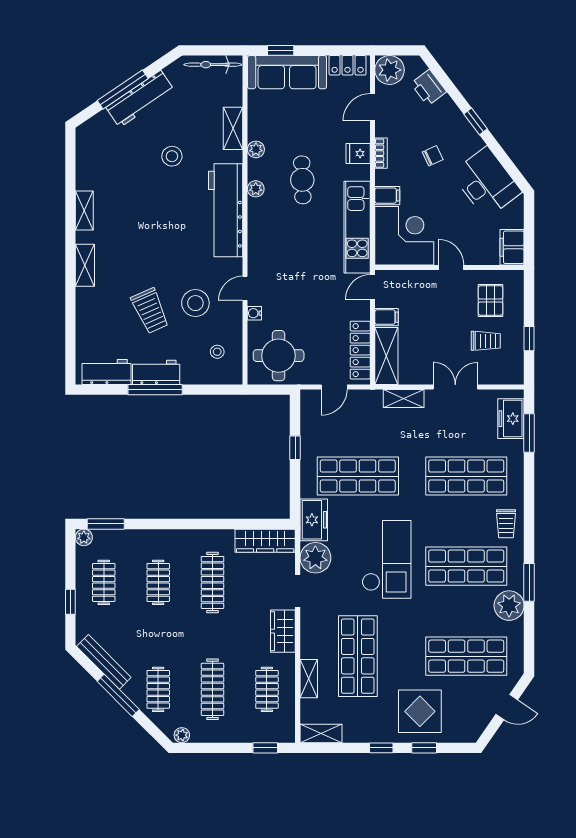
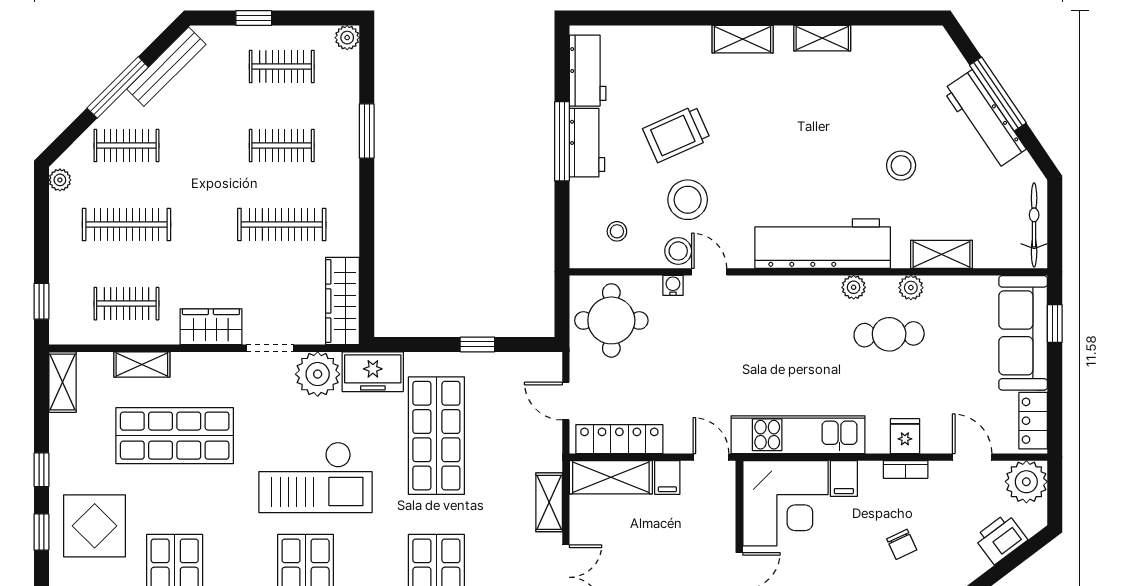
cafe table: (302, 180) -> (889, 334), moved
stool: (231, 310) -> (678, 251), added
window: (106, 524) -> (367, 131), moved

